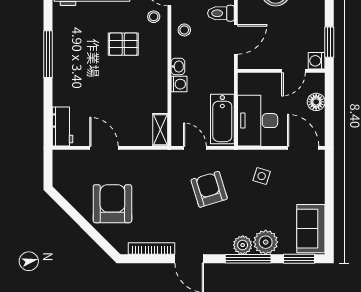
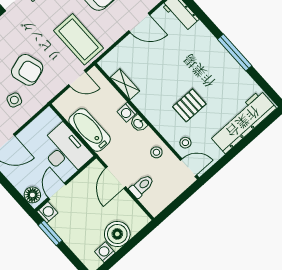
floor lamp: (316, 102) -> (32, 195), moved
bathtub: (222, 119) -> (90, 130), moved
desk: (258, 121) -> (65, 151), moved
shelving: (160, 130) -> (125, 84), moved
coffee table: (165, 179) -> (78, 39), added
armchair: (209, 189) -> (27, 70), moved

